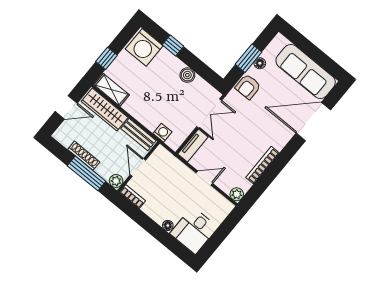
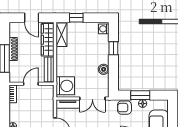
washing machine: (144, 47) -> (104, 29), width x0.53, depth x0.53
washing machine: (162, 133) -> (65, 86), width x1.89, depth x1.89
plant: (116, 181) -> (14, 78), removed

